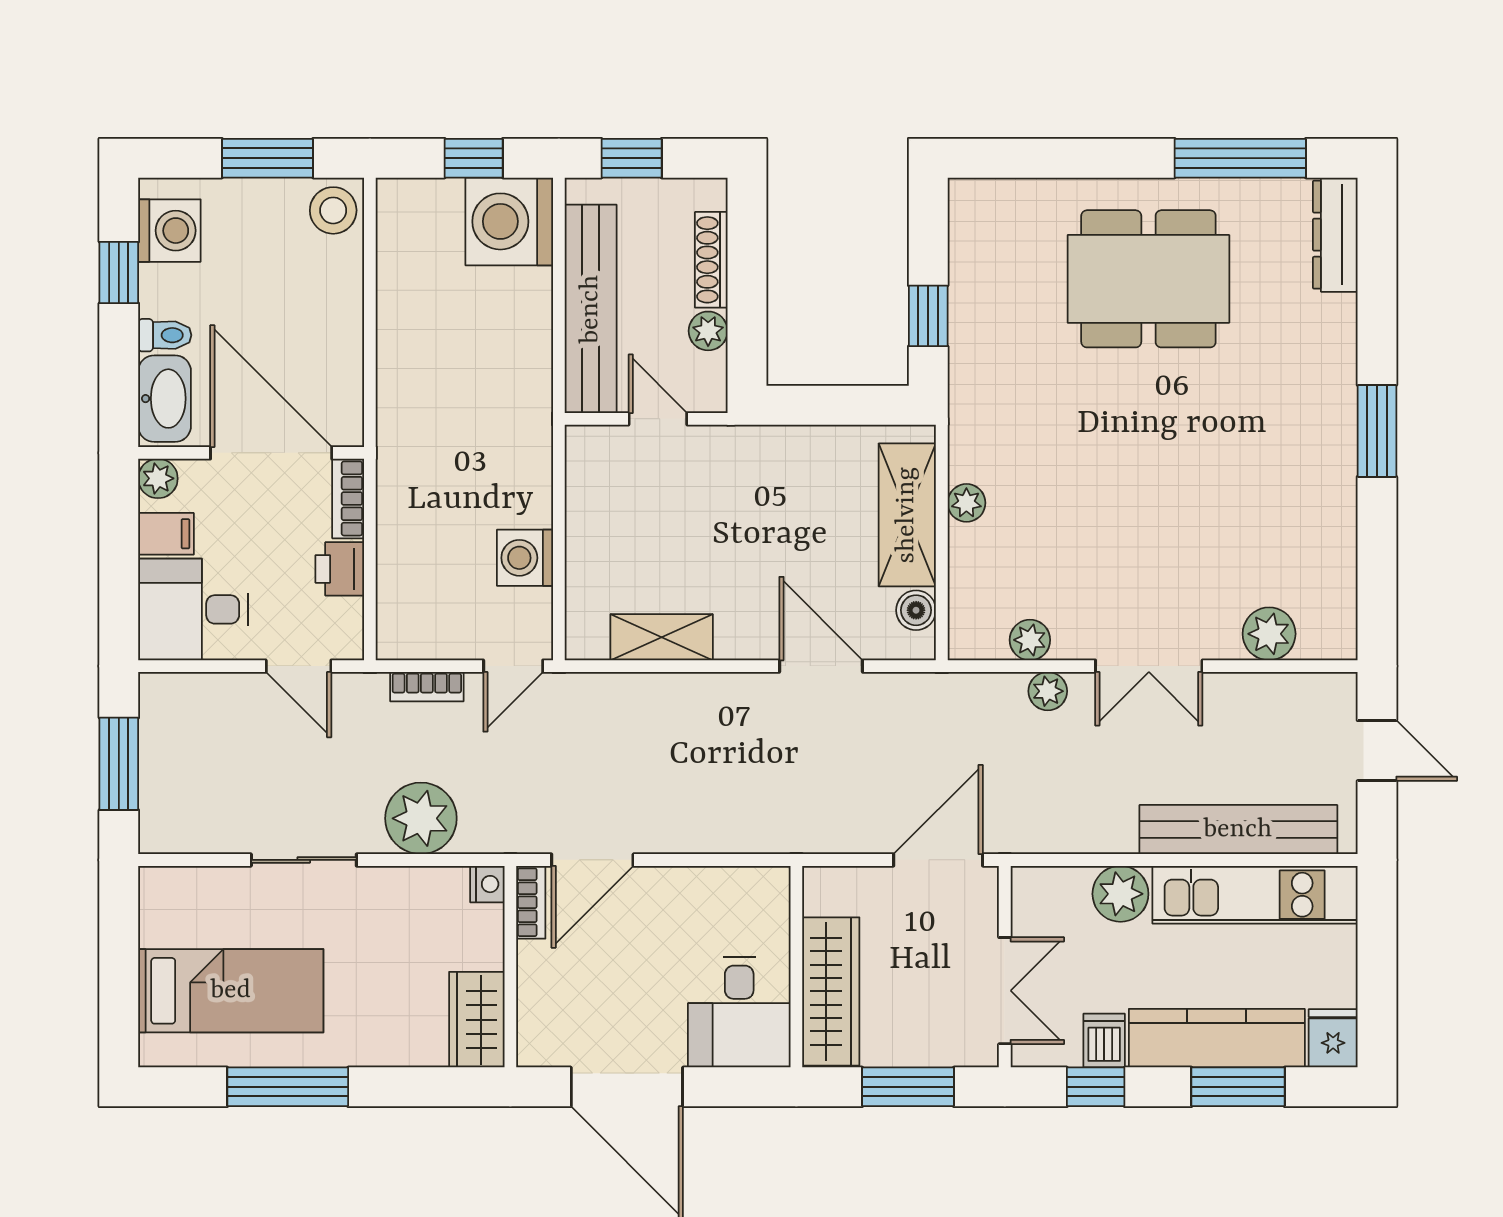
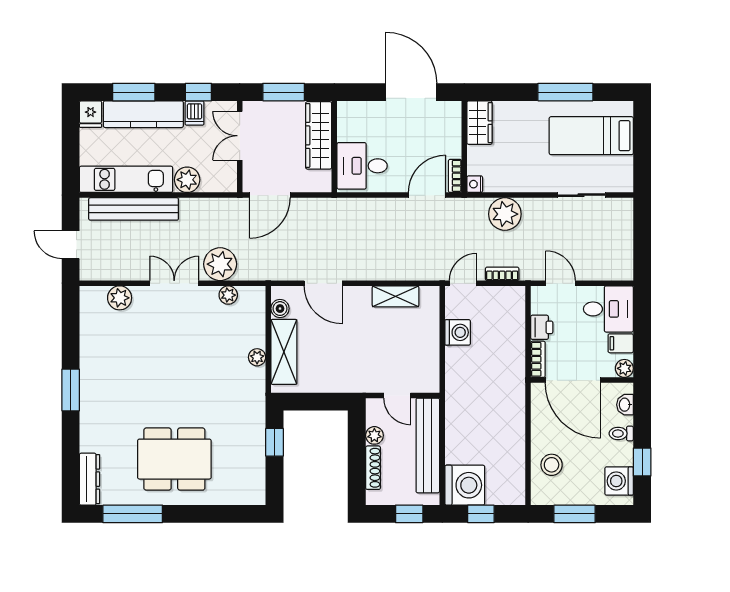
stool: (333, 210) -> (552, 465), moved
washbasin: (165, 399) -> (625, 405), width x0.52, depth x0.69
plant: (1048, 691) -> (220, 264), width x1.88, depth x1.88
window: (119, 764) -> (642, 239), removed
sliding door: (304, 860) -> (581, 195), moved
desk: (739, 1012) -> (362, 166), moved, turned -90

